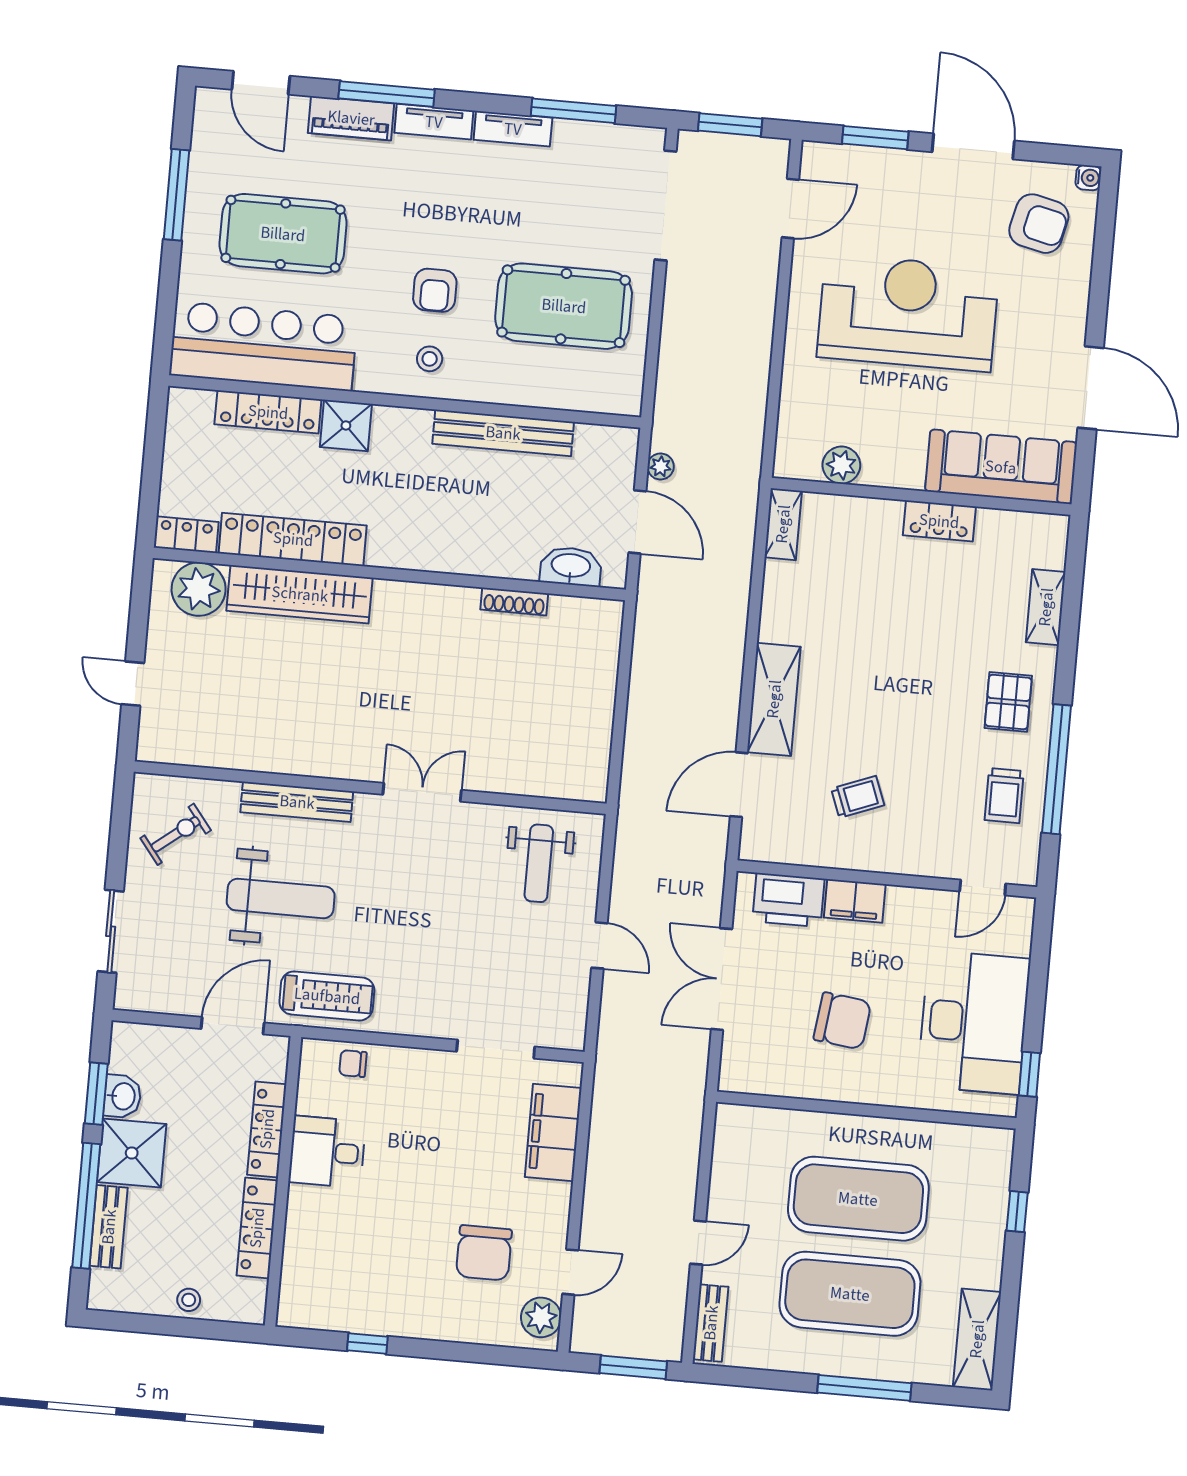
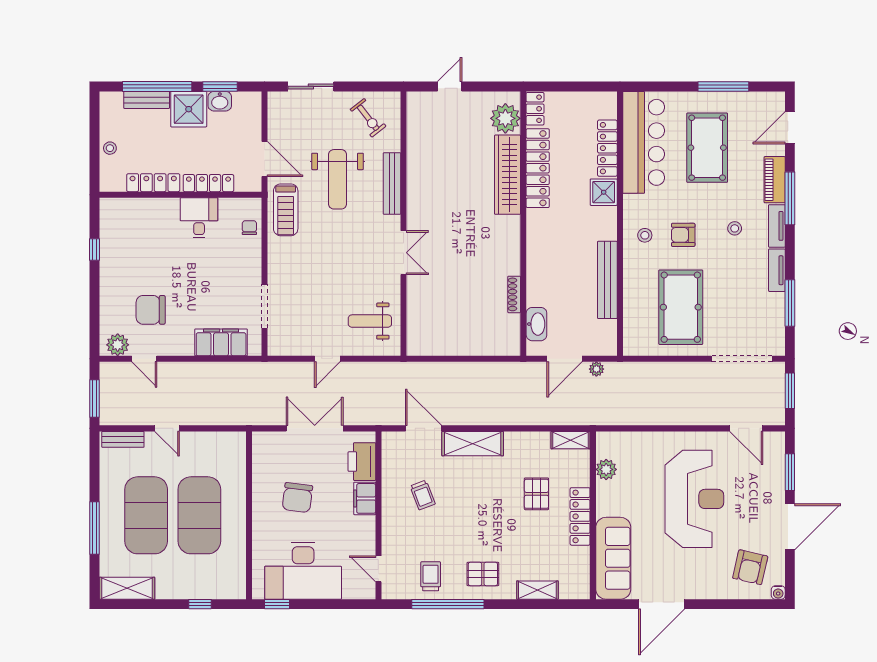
stool: (432, 197) -> (735, 228), added
locker: (939, 521) -> (580, 516), width x1.53
pallet: (874, 593) -> (536, 494), added
trolley: (1004, 796) -> (431, 576), turned 90

